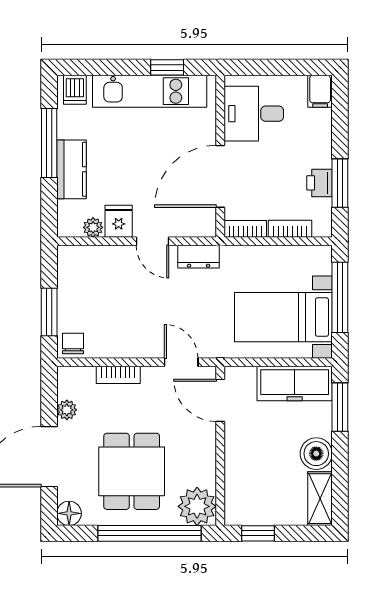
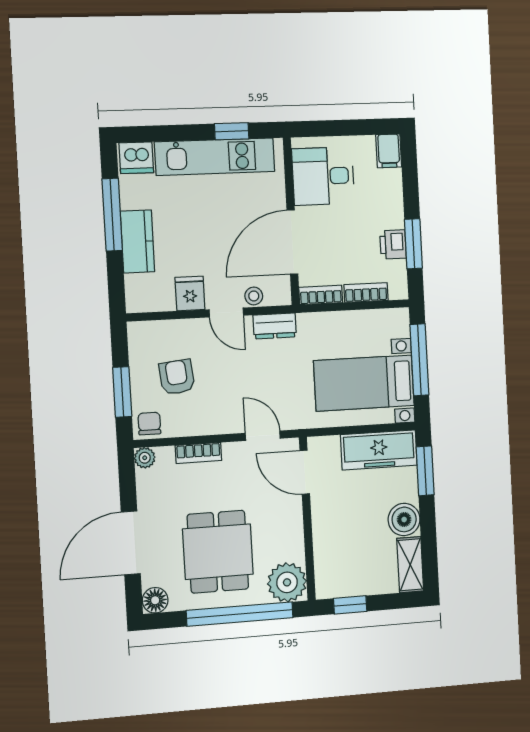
dishwasher: (75, 90) -> (136, 158), width x1.38
plant: (93, 227) -> (164, 301), removed
stool: (180, 227) -> (254, 296), added
armchair: (102, 301) -> (177, 377), added
plant: (67, 410) -> (145, 458), moved

